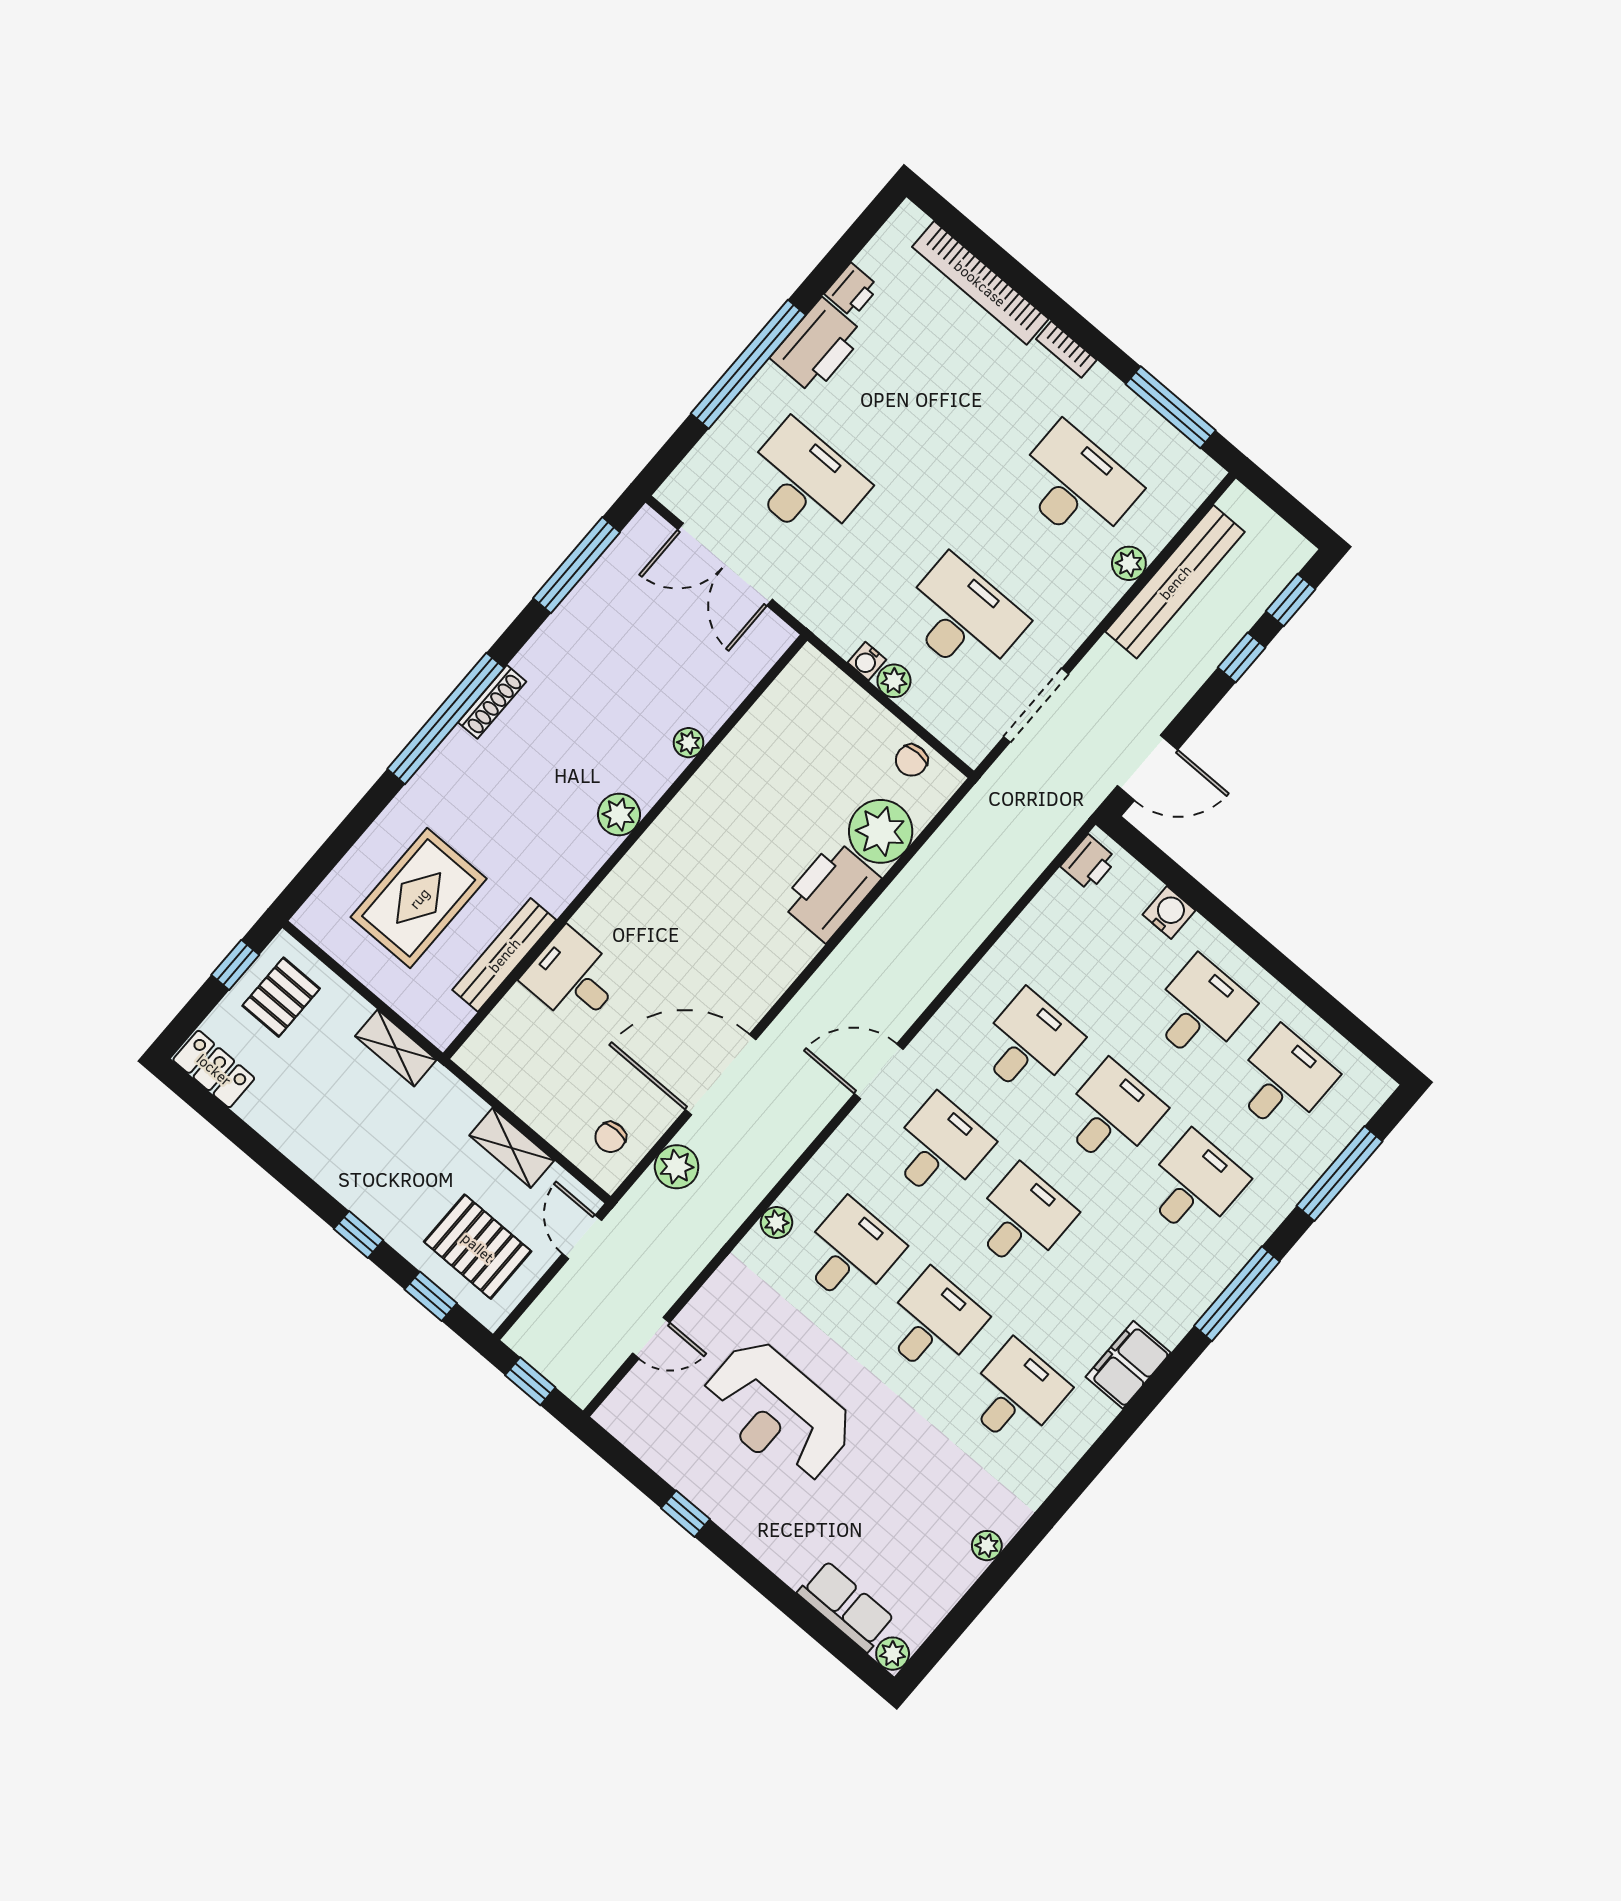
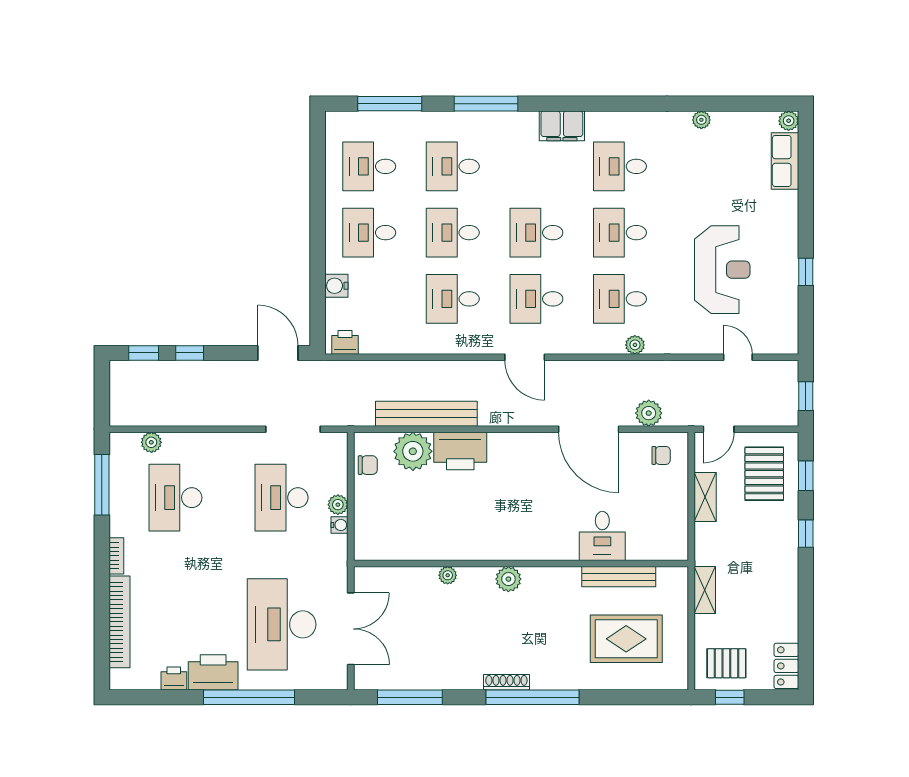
desk: (804, 483) -> (282, 624), width x1.36, depth x1.30
plant: (1129, 563) -> (151, 442), moved
bench: (1175, 582) -> (426, 414), moved

